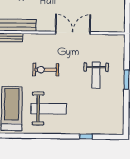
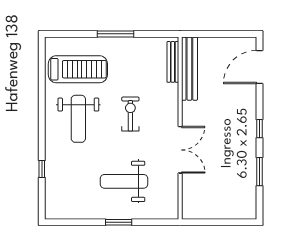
weight bench: (96, 75) -> (124, 181), width x1.36, depth x1.33

